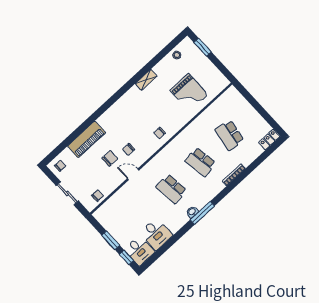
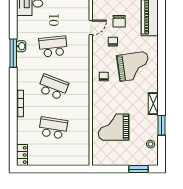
window: (156, 60) -> (162, 125), added
grand piano: (133, 118) -> (133, 66), added
school desk: (200, 162) -> (53, 87), turned 30

